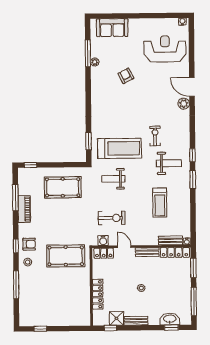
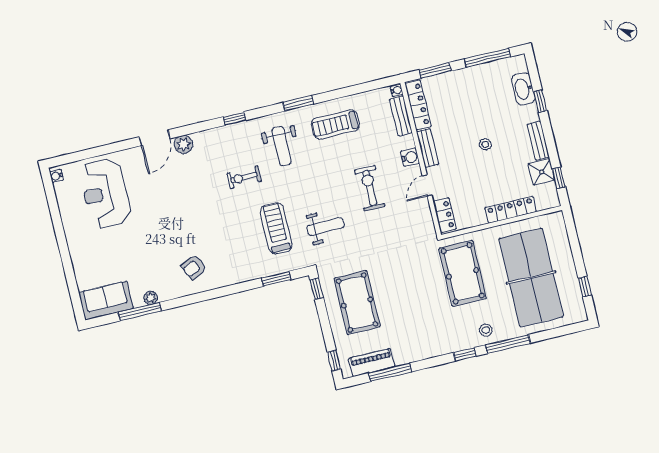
sofa: (112, 28) -> (106, 301), moved, turned -90
armchair: (126, 76) -> (194, 267), moved
treadmill: (119, 148) -> (276, 228), width x0.73, depth x0.73
window: (192, 155) -> (235, 118), moved
weight bench: (169, 163) -> (282, 146), turned 180
window: (77, 165) -> (317, 289), added
weight bench: (114, 179) -> (326, 227), turned -90
treadmill: (160, 202) -> (335, 124), moved, turned 180
piano: (24, 209) -> (372, 363), moved
exercise bike: (112, 218) -> (370, 188), moved
water cooler: (103, 241) -> (410, 157), moved
armchair: (29, 244) -> (457, 334), removed
window: (16, 285) -> (508, 344), moved
table tennis table: (53, 297) -> (531, 278), added
window: (171, 328) -> (540, 101), moved

